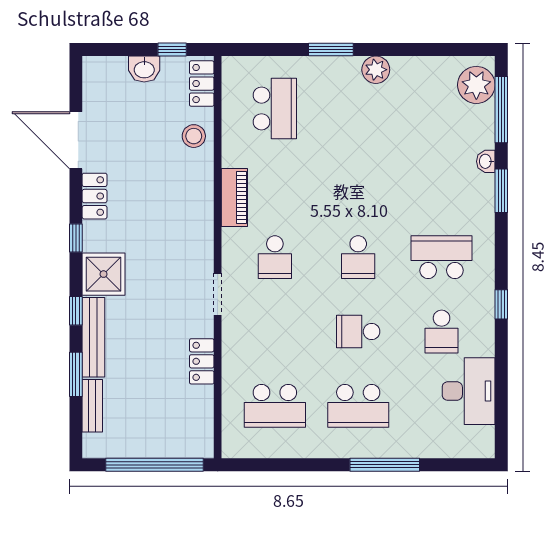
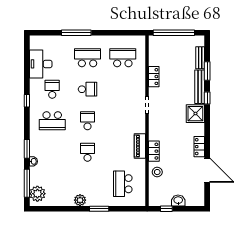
locker: (202, 84) -> (154, 151), moved
window: (76, 238) -> (207, 129), removed
school desk: (275, 257) -> (88, 152), moved

